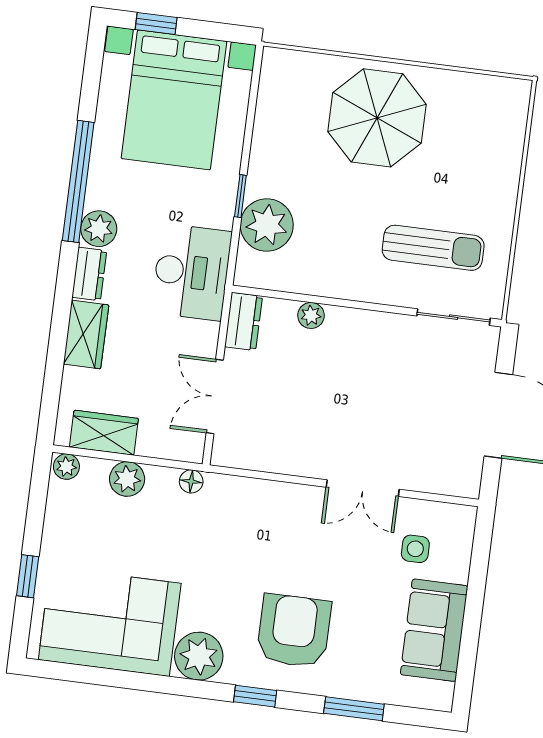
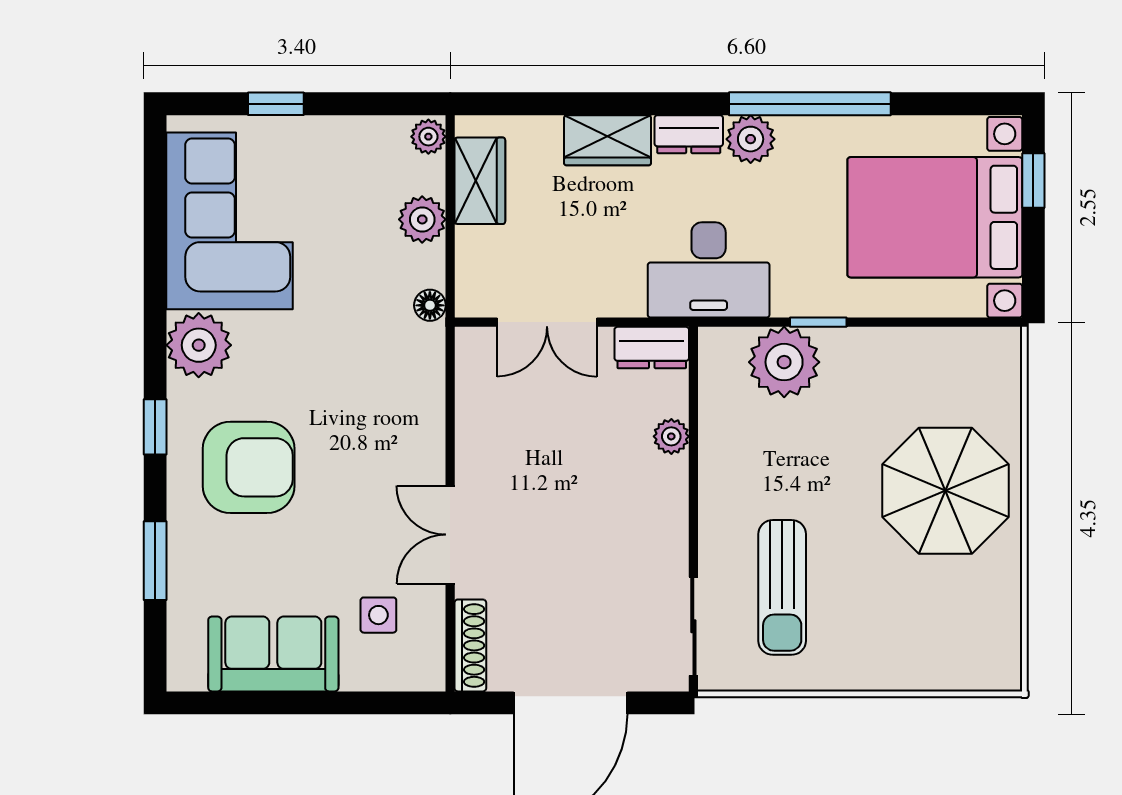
double door: (215, 397) -> (547, 322), swing flipped
shoe rack: (447, 484) -> (470, 645), added

